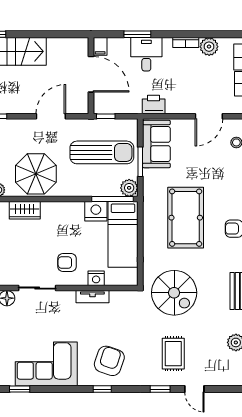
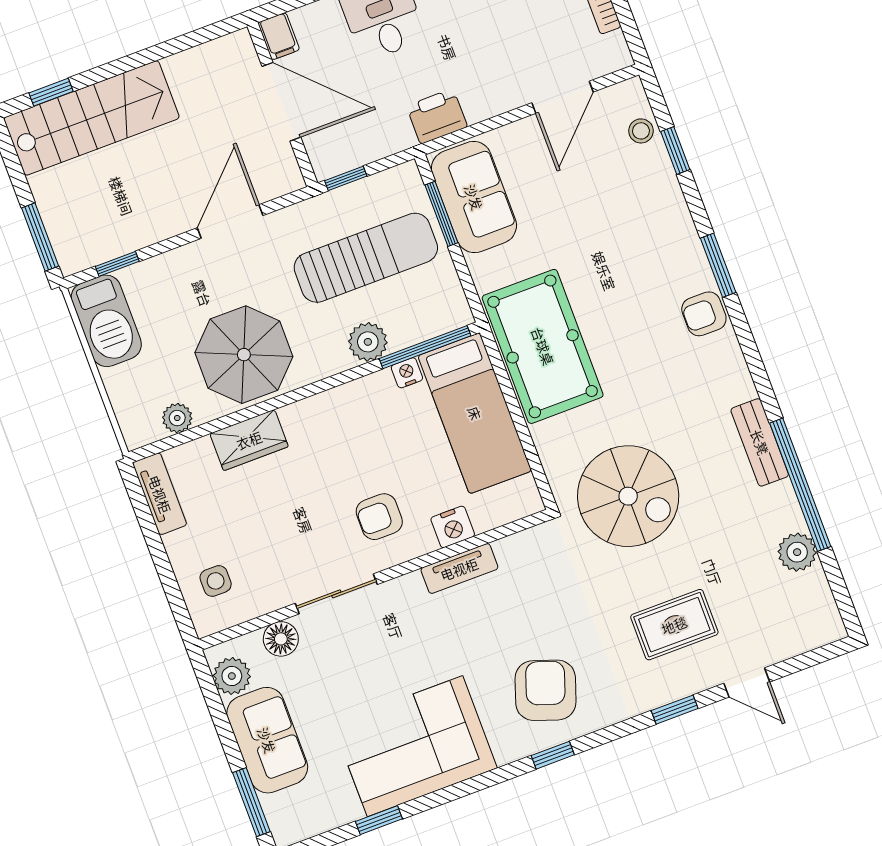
window: (140, 162) -> (441, 214), moved
plant: (129, 188) -> (368, 342), moved
nightstand: (96, 211) -> (407, 373), width x0.53, depth x0.56
pool table: (186, 218) -> (543, 346), moved
rug: (173, 354) -> (674, 625), turned 90

